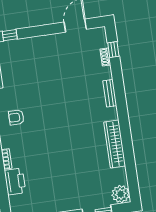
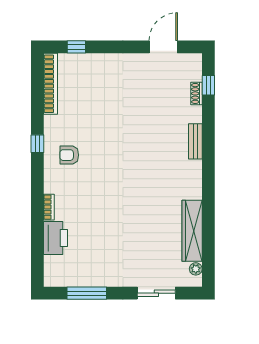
wardrobe: (115, 144) -> (192, 231), moved
plant: (121, 194) -> (196, 269), width x0.53, depth x0.53

